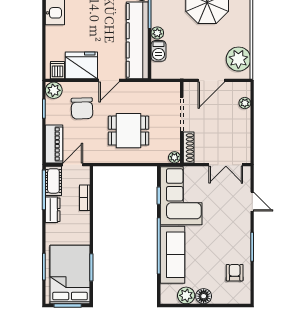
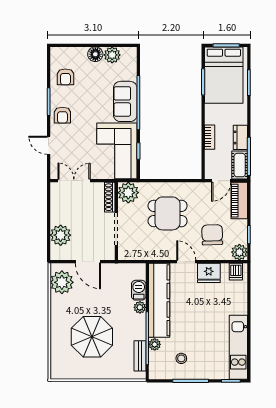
fridge: (81, 65) -> (209, 273), width x0.73, depth x0.75
door: (109, 80) -> (186, 262), hinge flipped
door: (211, 80) -> (88, 262), swing flipped
plant: (245, 103) -> (61, 235), width x1.87, depth x1.87
plant: (174, 157) -> (128, 193), width x1.88, depth x1.88
bookcase: (85, 198) -> (210, 137), moved
armchair: (238, 233) -> (62, 115), added
sofa: (172, 255) -> (125, 101), width x0.73

